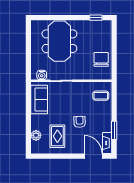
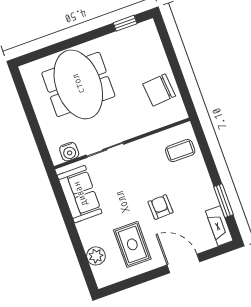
chair: (101, 59) -> (159, 90), turned -95
door: (93, 156) -> (183, 263), moved

